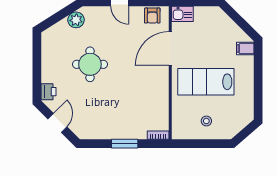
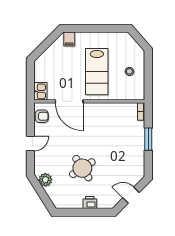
round table: (90, 64) -> (82, 168), turned -33
printer: (49, 92) -> (90, 203), moved

